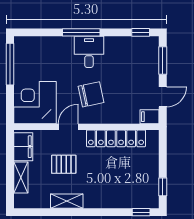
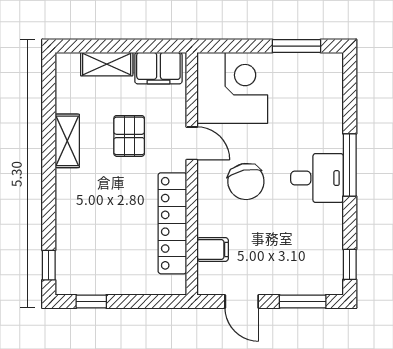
window: (10, 64) -> (296, 46), width x0.69
filing cabinet: (150, 117) -> (213, 249), moved, turned 90

